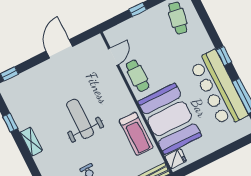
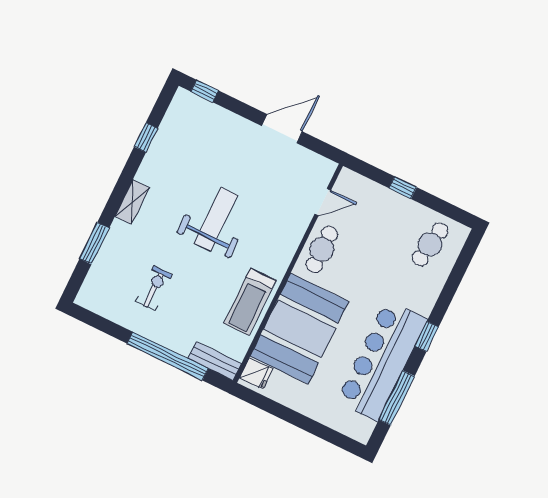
shelving: (31, 142) -> (132, 202), moved

